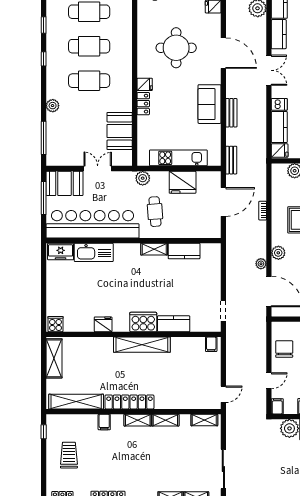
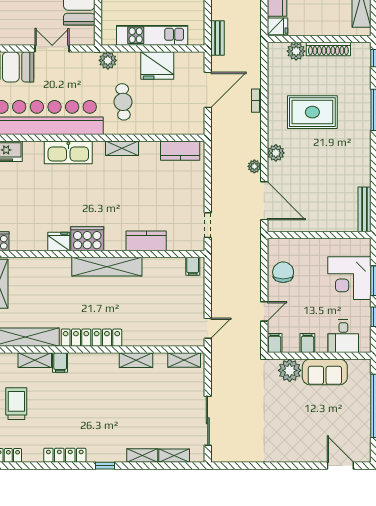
kitchen counter: (184, 251) -> (180, 151), moved
kitchen sink: (94, 252) -> (68, 152), moved
cooker: (143, 322) -> (87, 239), moved
shelving: (138, 420) -> (35, 360), moved

